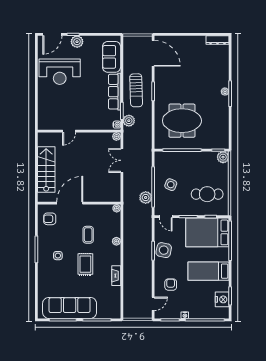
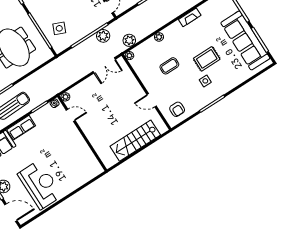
row of seats: (115, 92) -> (21, 128), width x0.68
plant: (129, 121) -> (129, 40), moved
door: (69, 131) -> (71, 115), moved
double door: (122, 160) -> (104, 65), moved
side table: (171, 185) -> (59, 28), moved
door: (70, 203) -> (152, 100), width x0.53
rug: (85, 264) -> (207, 59), moved

